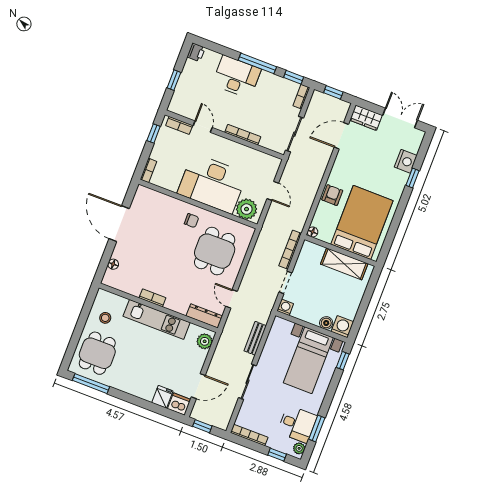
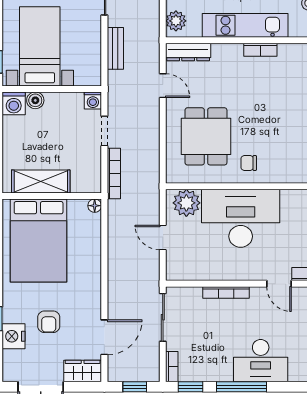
armchair: (332, 195) -> (49, 322), moved

